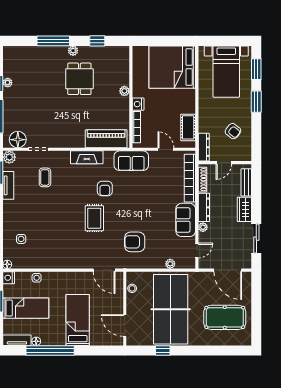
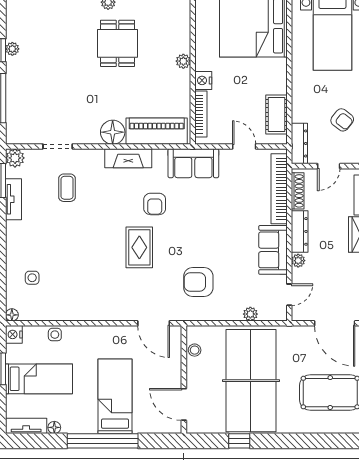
floor lamp: (18, 140) -> (113, 132), moved
window: (50, 350) -> (103, 441), moved

